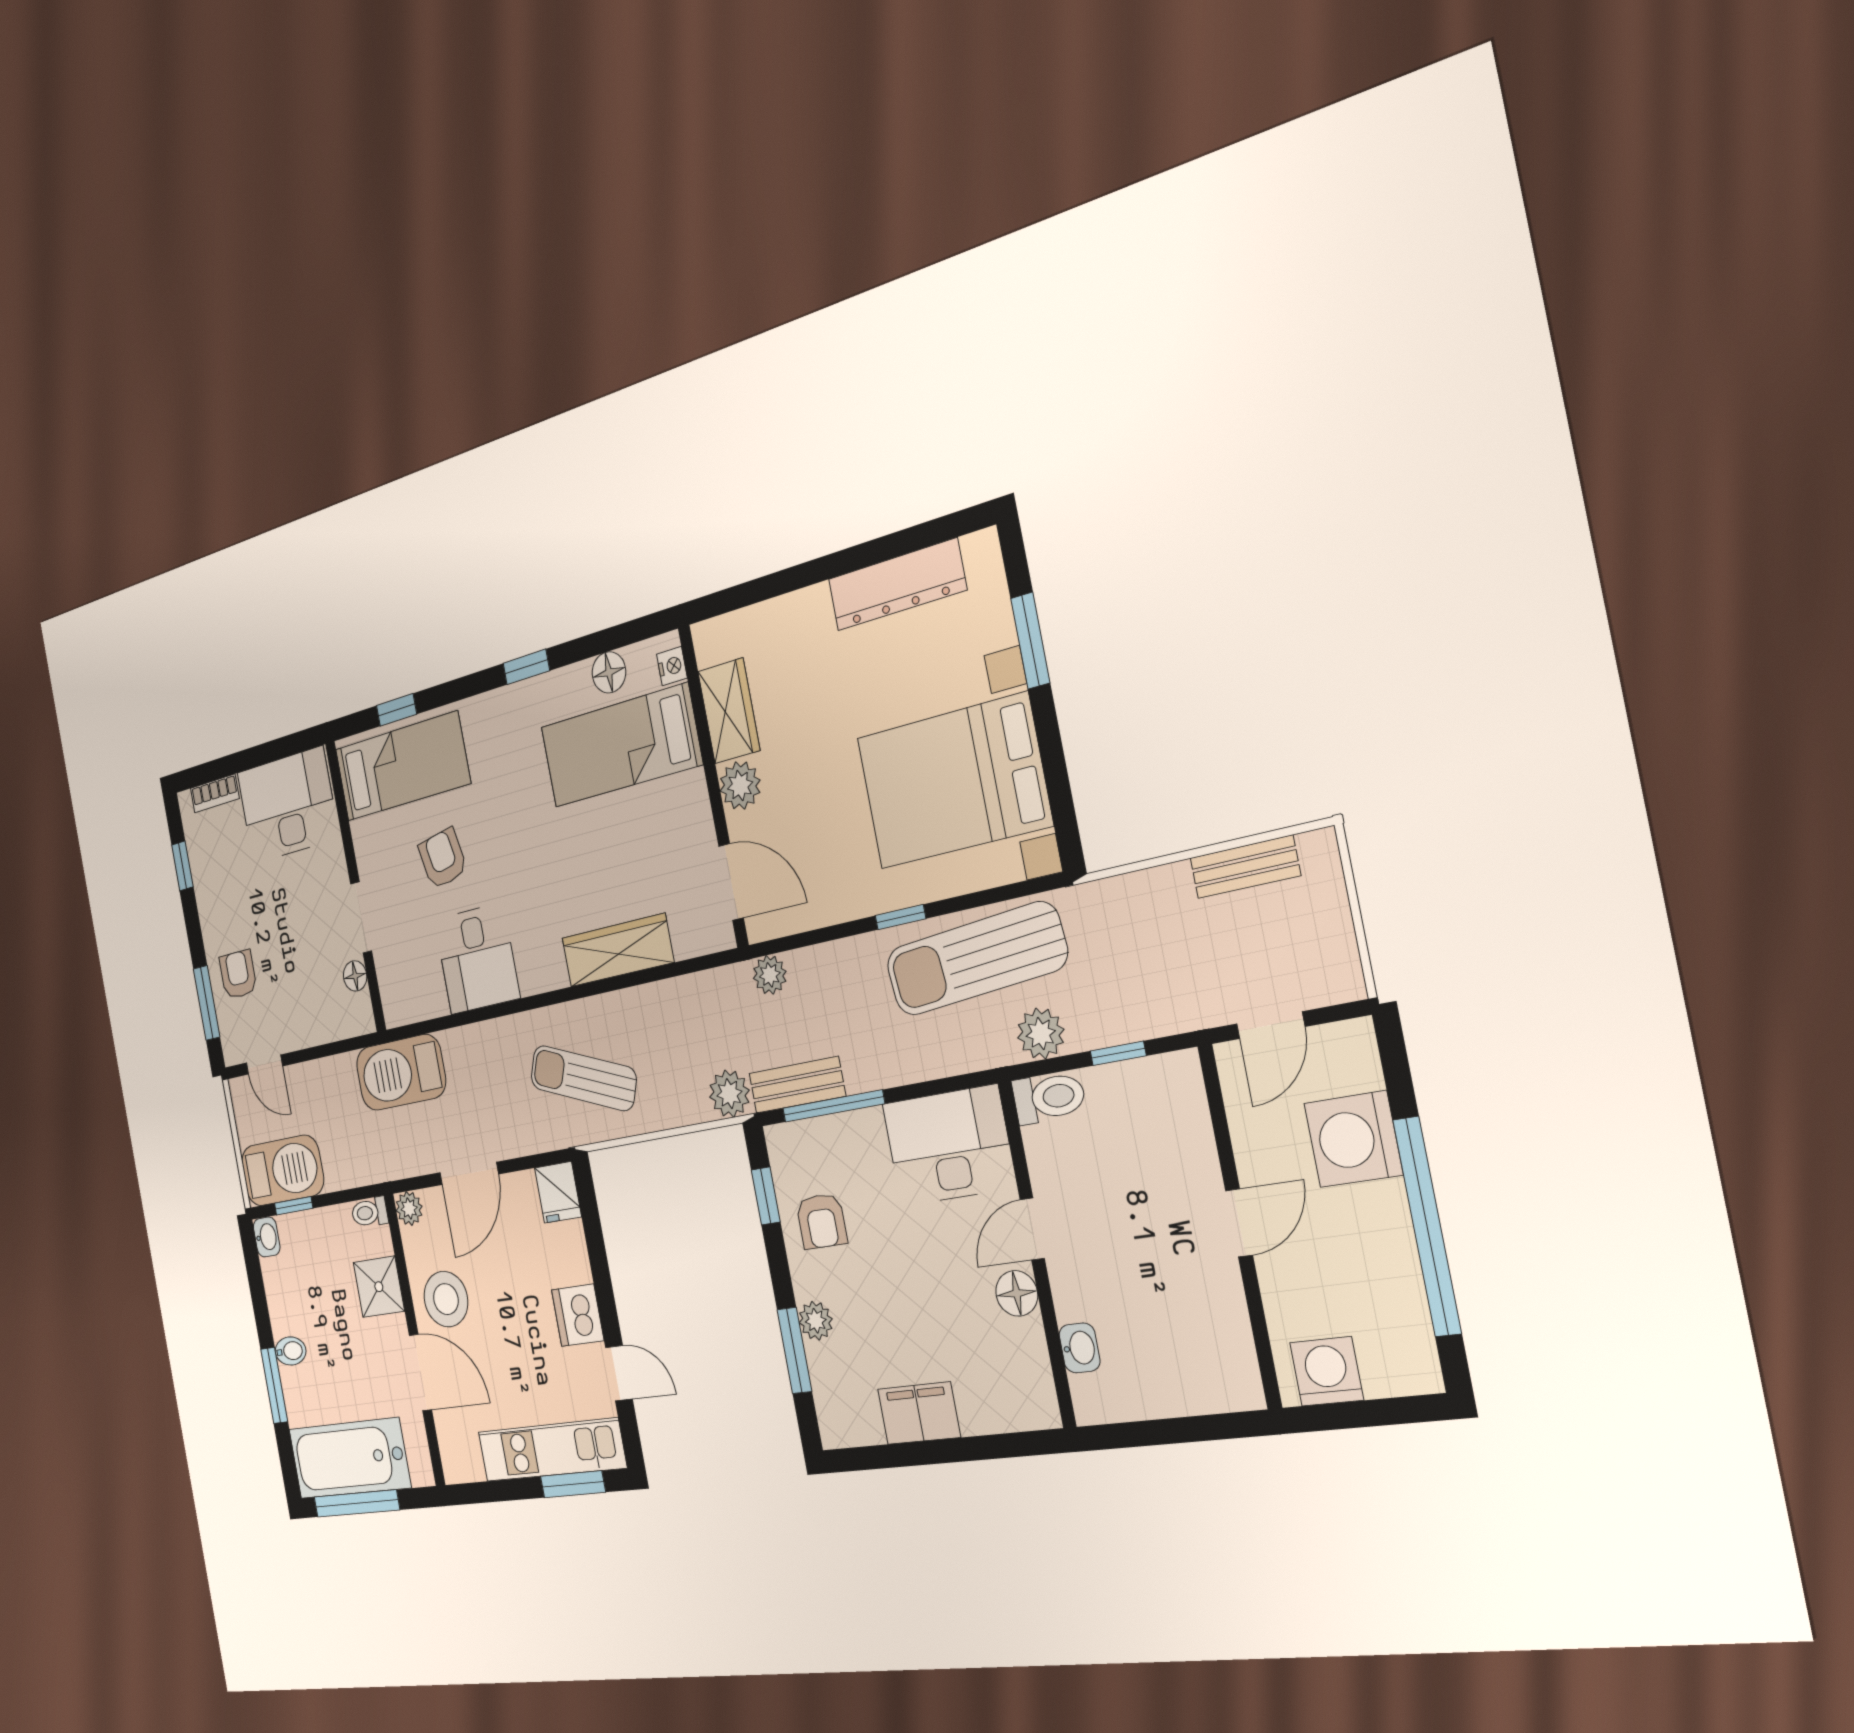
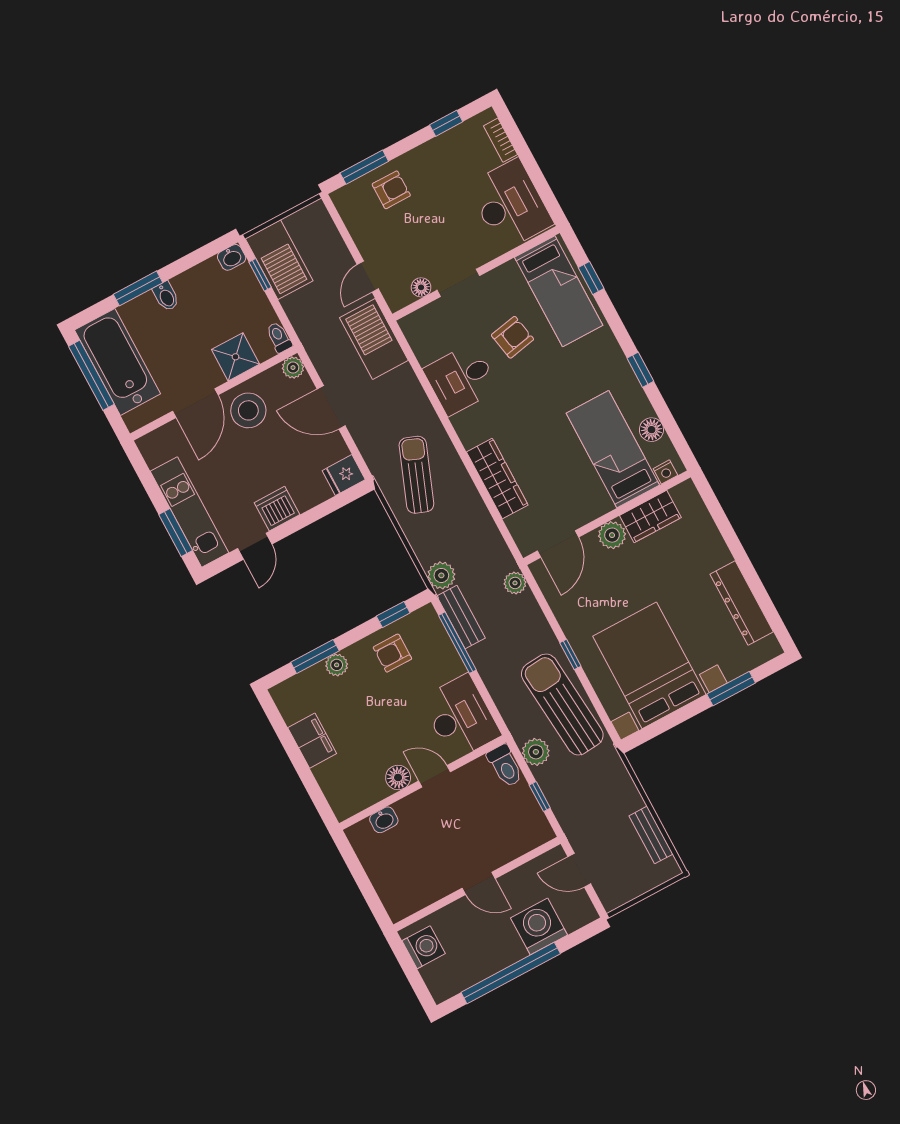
door: (264, 1065) -> (368, 277), moved

